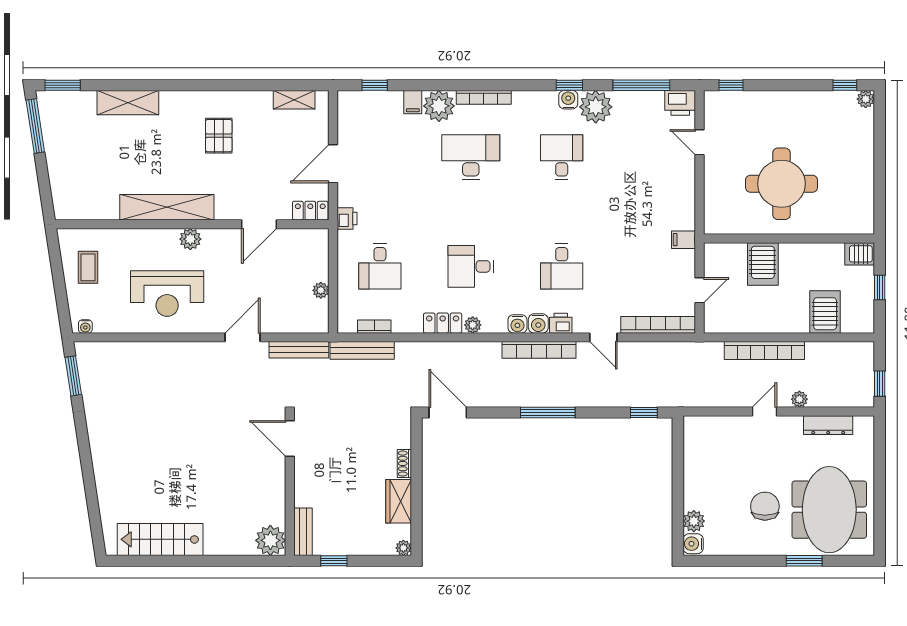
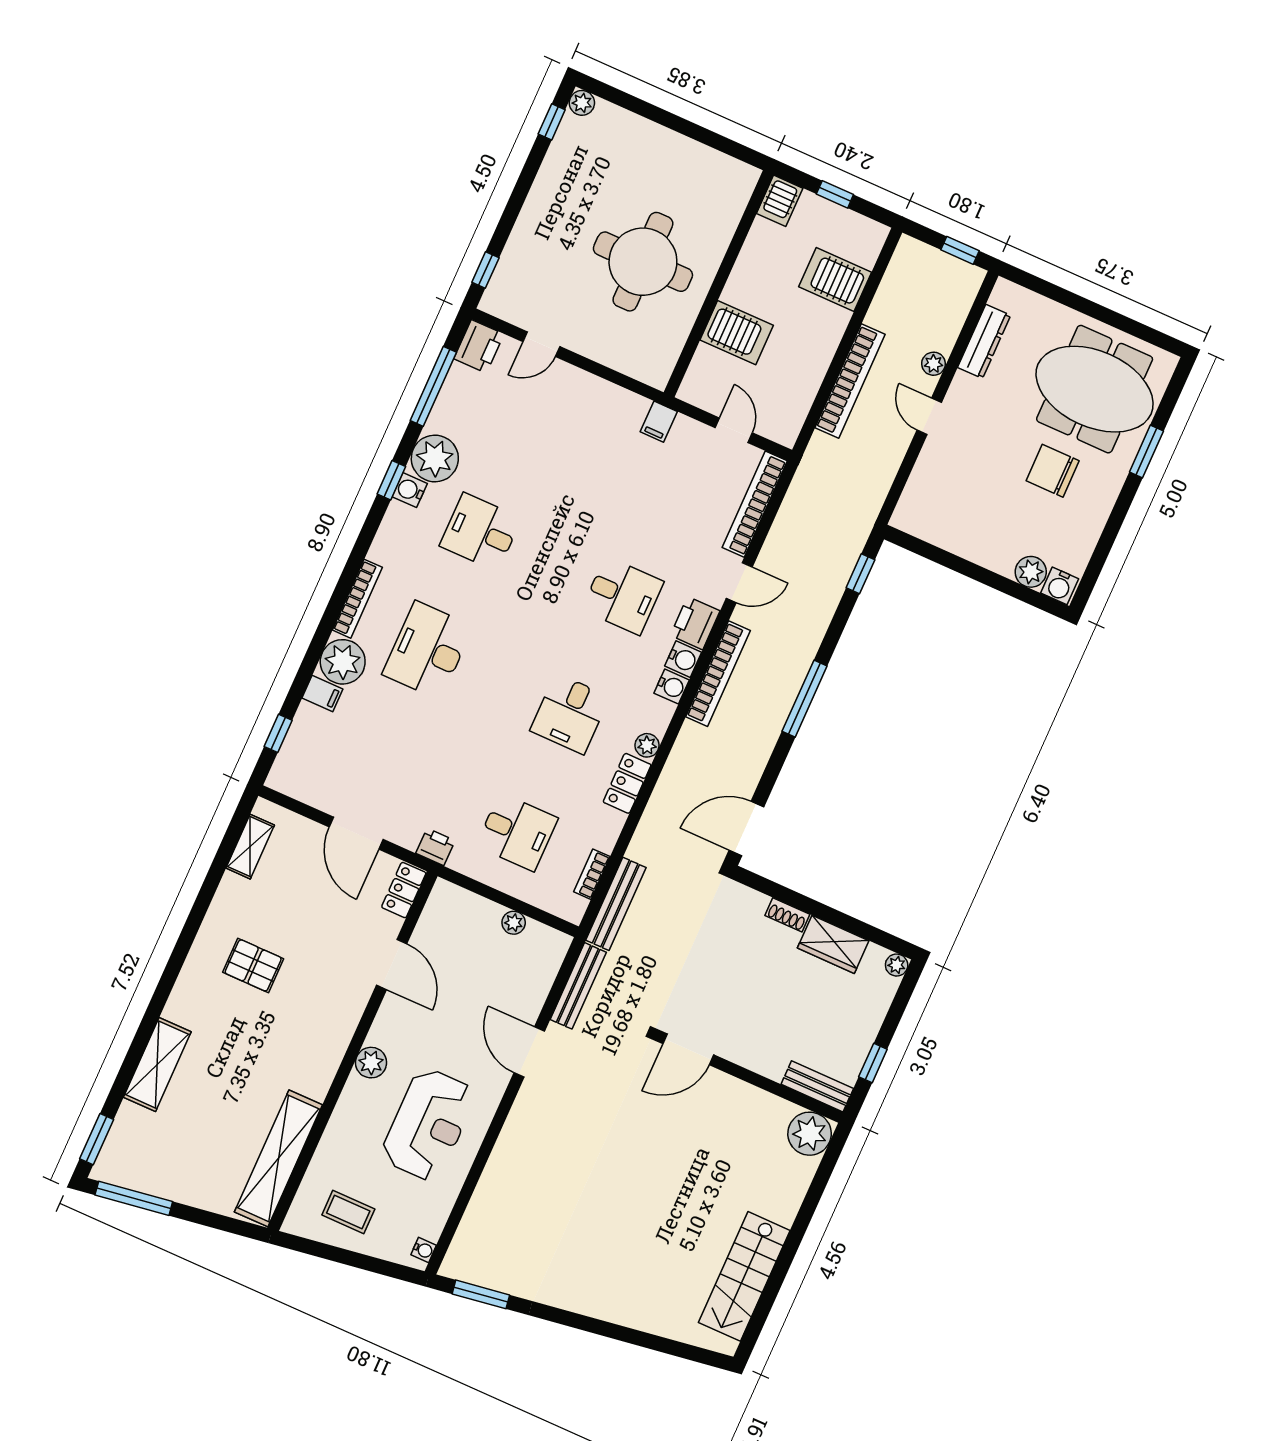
shelving: (167, 207) -> (278, 1158), moved
printer: (561, 323) -> (695, 623), width x1.36, depth x1.24

